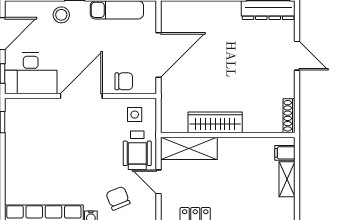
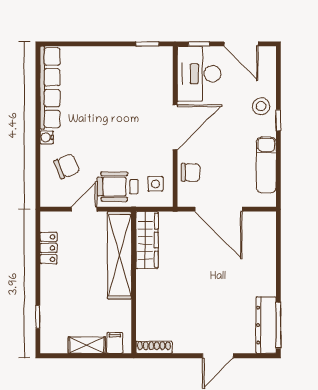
chair: (124, 81) -> (191, 172), turned -90
door: (81, 96) -> (175, 127), hinge flipped
wardrobe: (215, 122) -> (147, 240), moved
shelving: (189, 148) -> (120, 255), width x1.47

